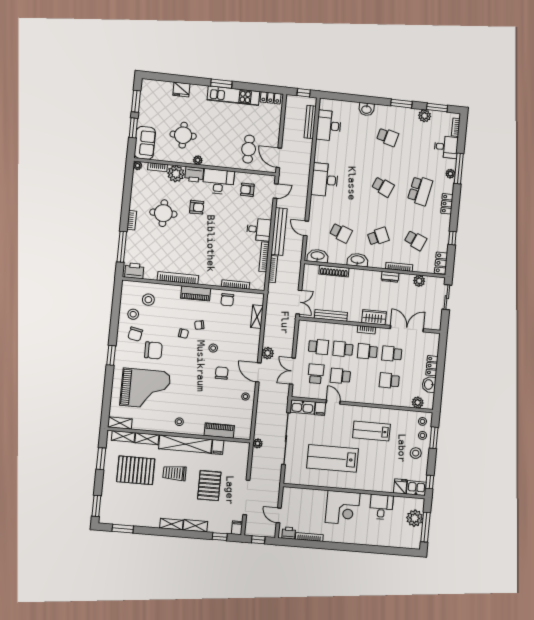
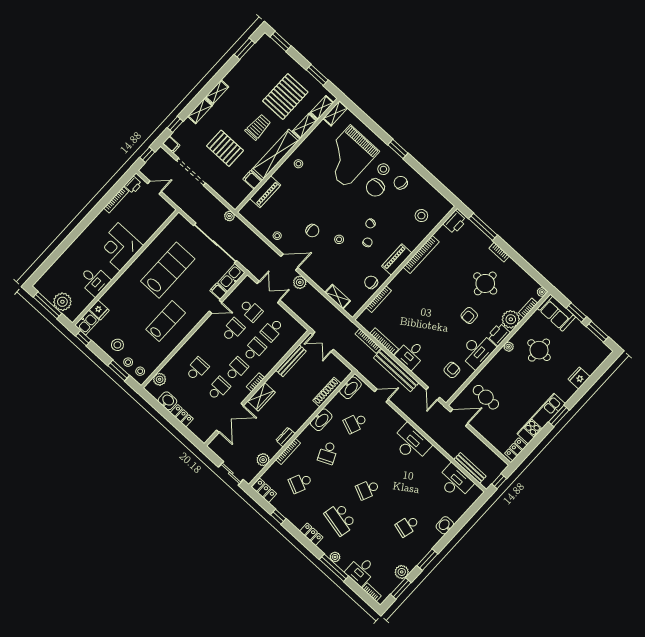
stool: (133, 314) -> (383, 169), moved

